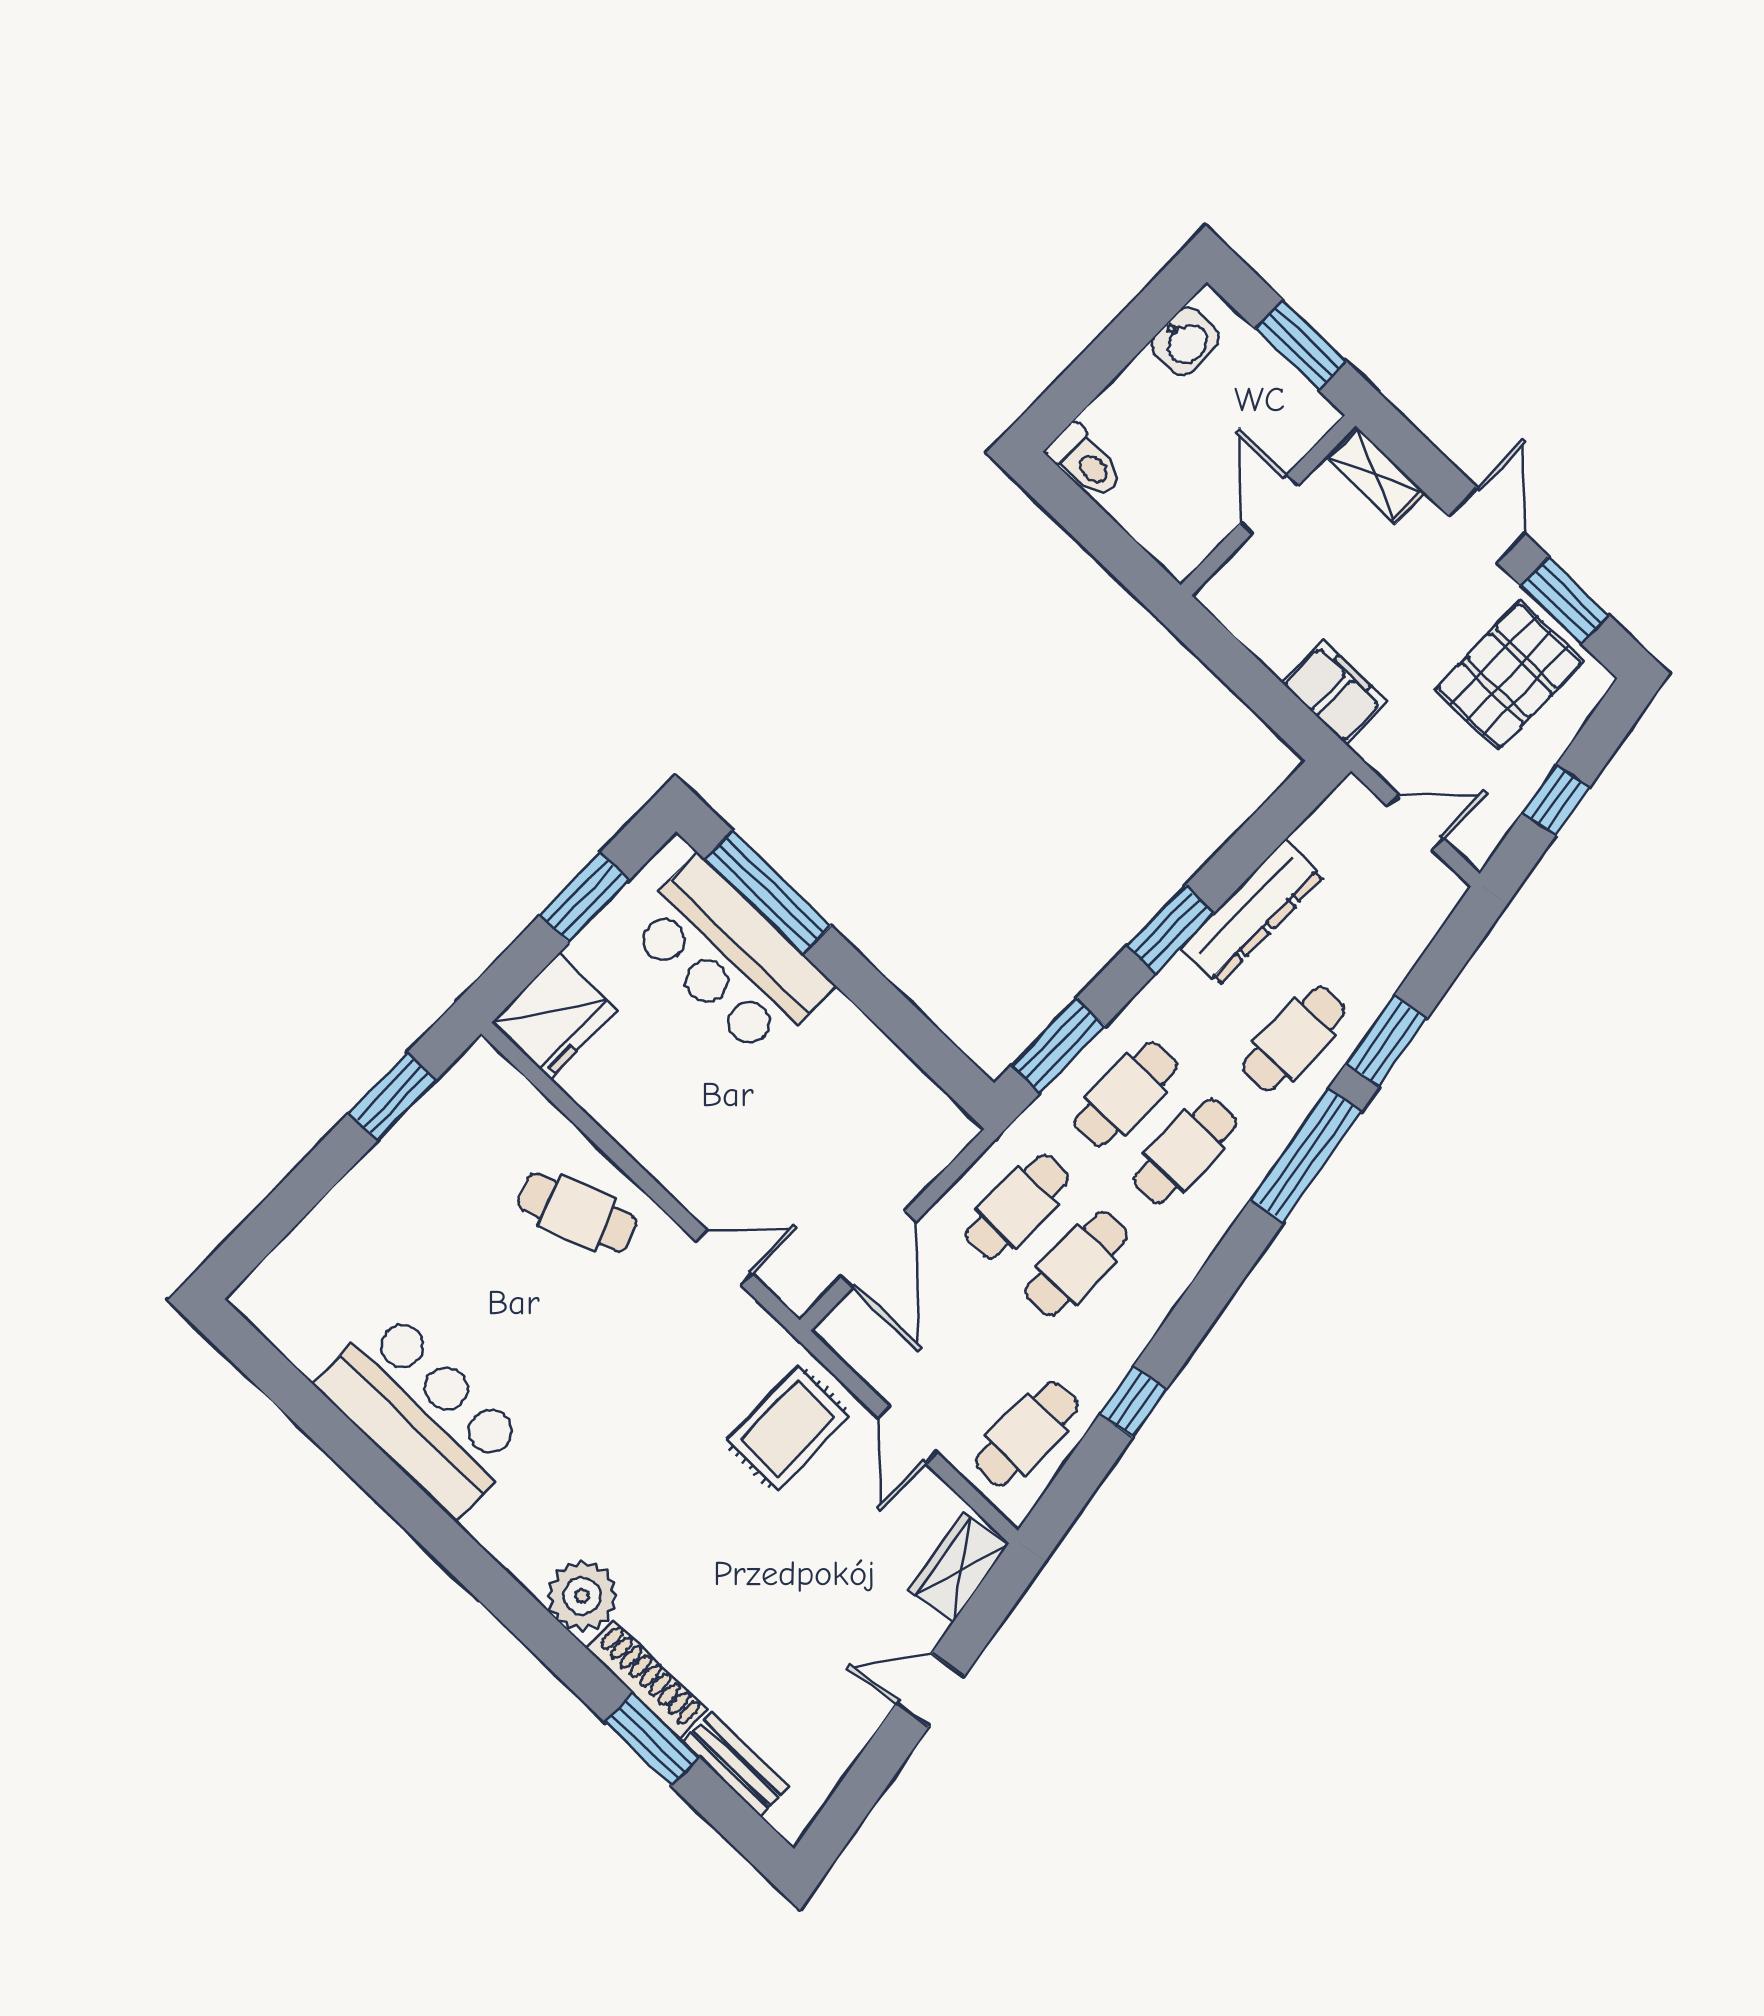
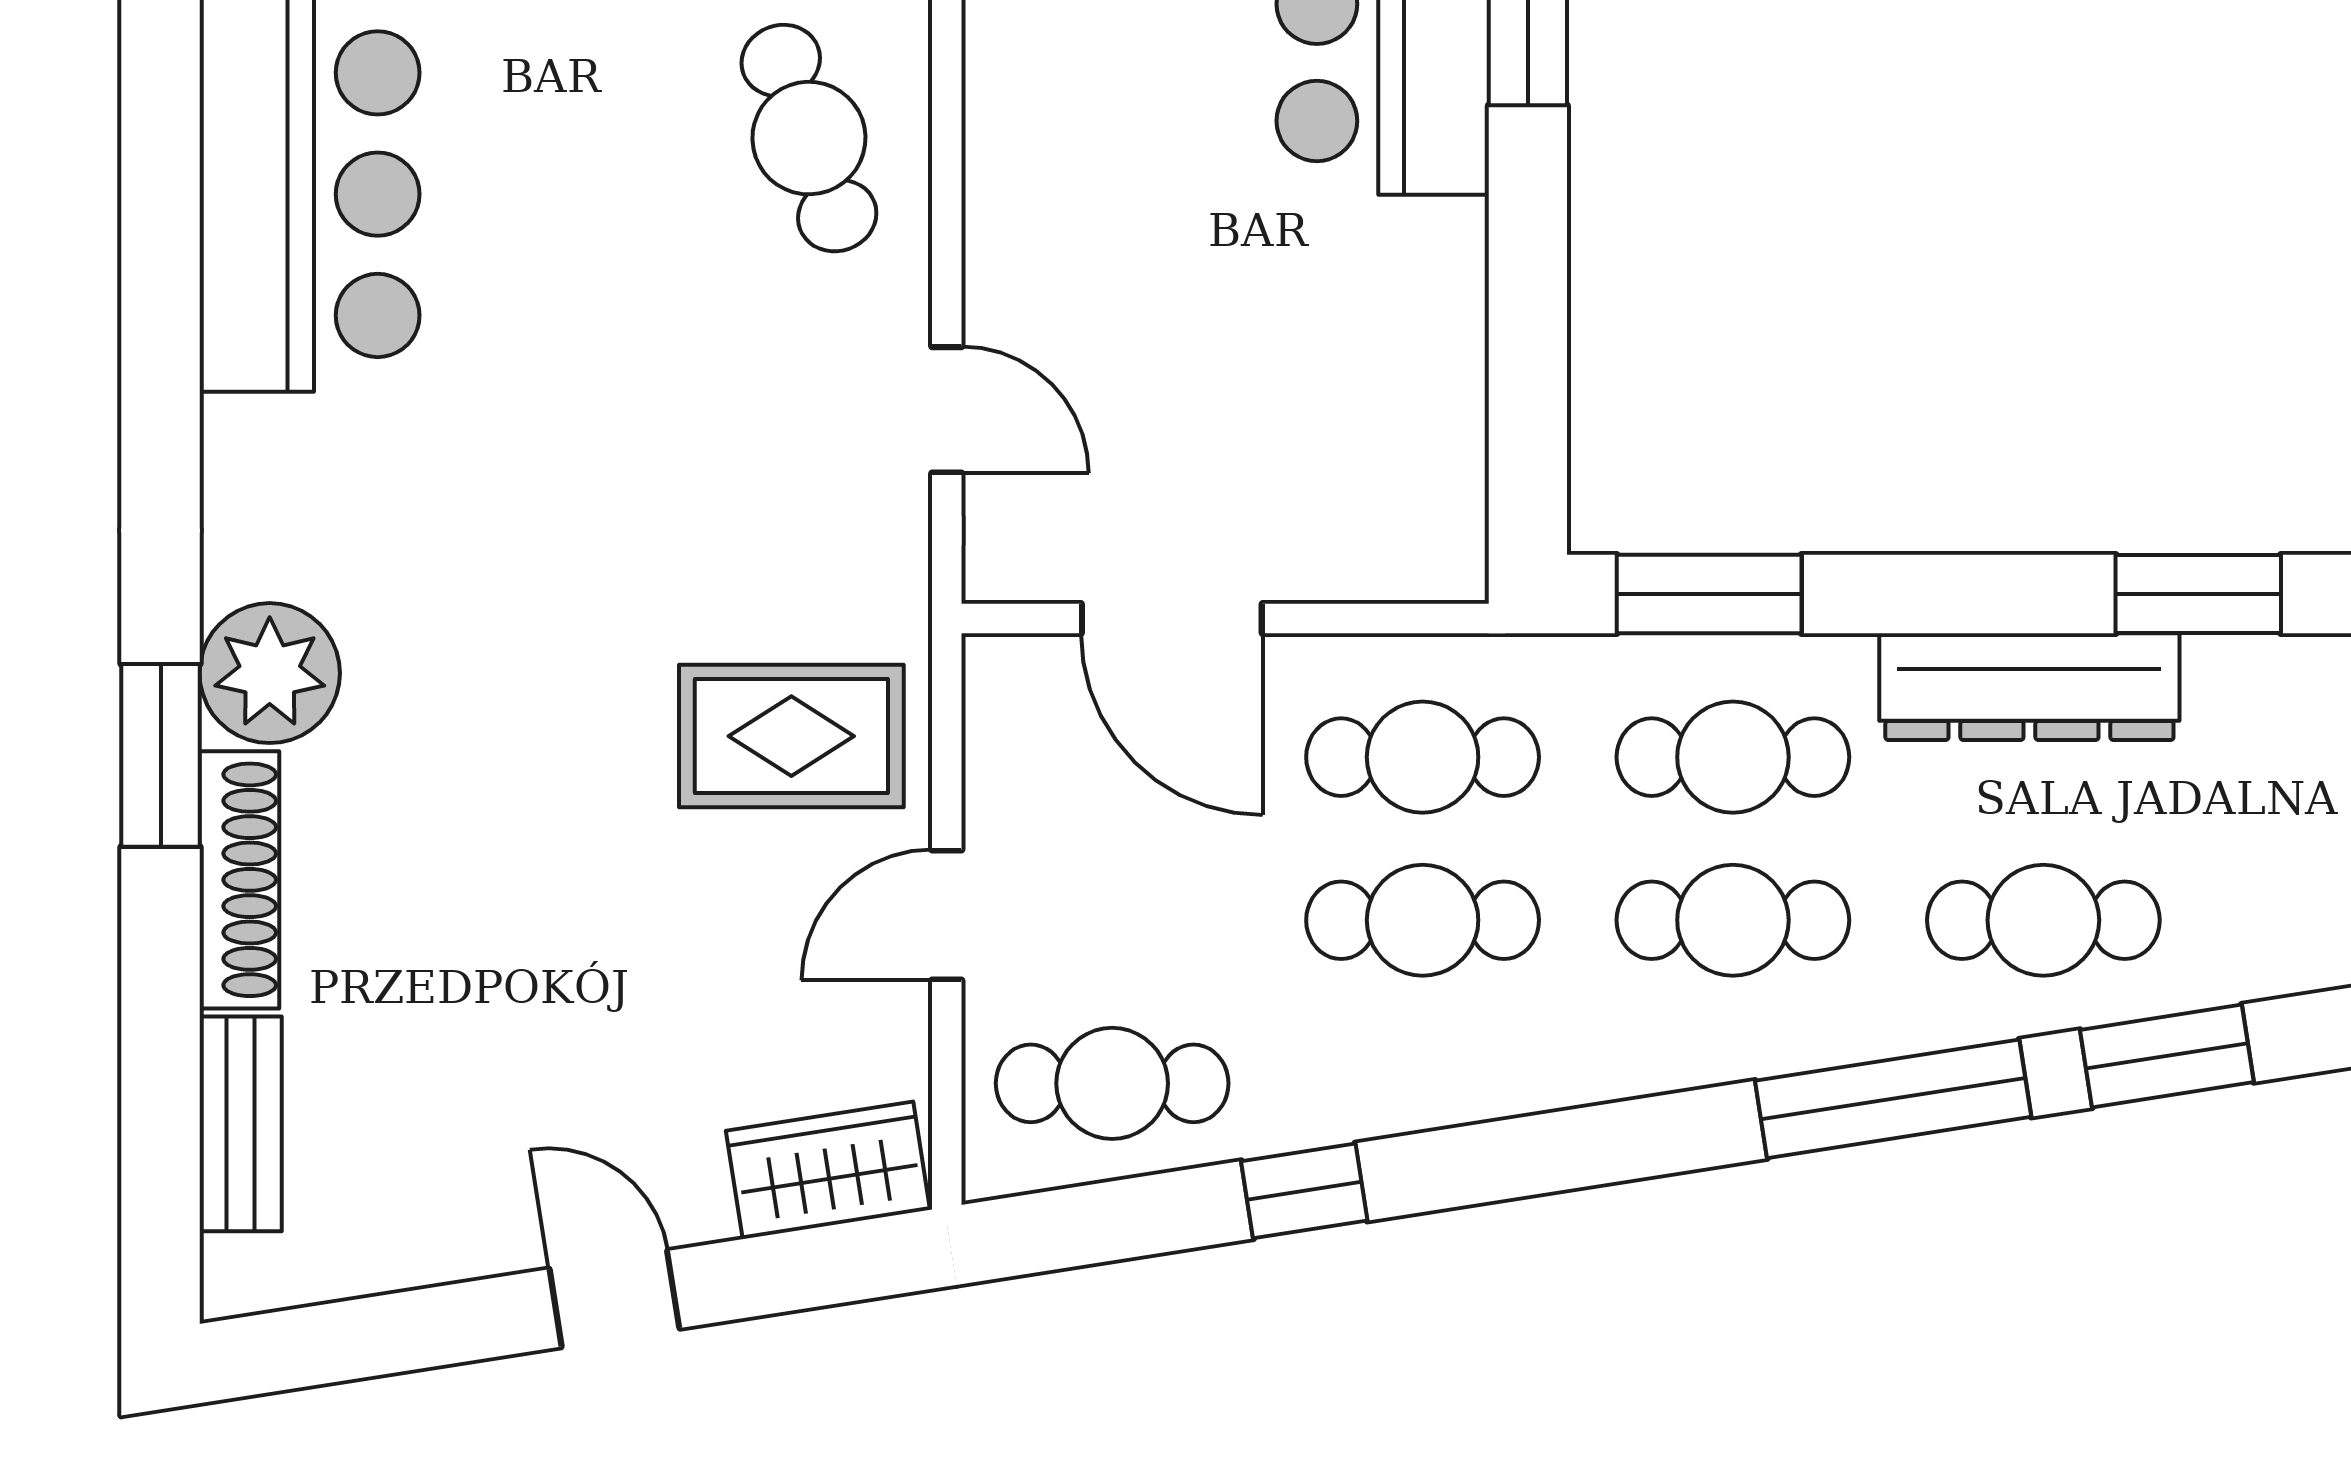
dresser: (1252, 912) -> (2029, 687), moved
window: (1170, 929) -> (2198, 594), moved
door: (879, 1249) -> (1172, 618), hinge flipped
window: (652, 1740) -> (161, 755), moved

